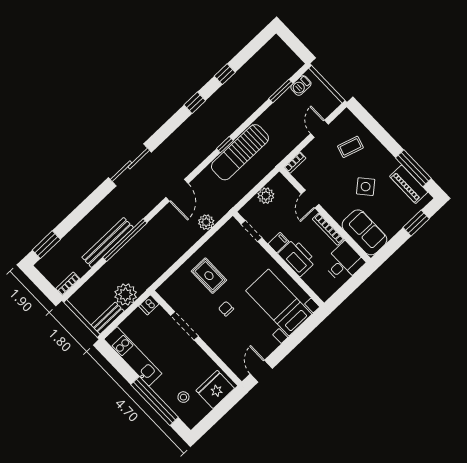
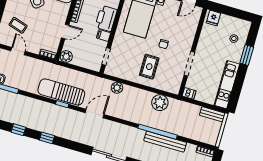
door: (319, 129) -> (18, 51), swing flipped
sun lounger: (240, 152) -> (61, 92), turned 180
door: (177, 190) -> (95, 114), moved
plant: (266, 196) -> (66, 57), moved
plant: (126, 294) -> (160, 103), moved
fridge: (215, 389) -> (213, 18), width x0.53, depth x0.75
window: (155, 401) -> (247, 55), width x0.47

